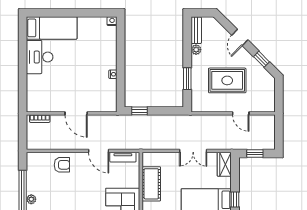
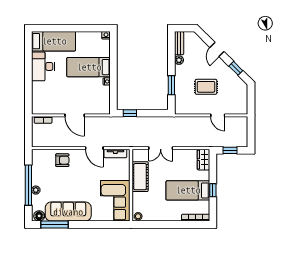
bed: (92, 58) -> (89, 67), added
rug: (227, 80) -> (206, 87), width x0.73, depth x0.70
double door: (193, 151) -> (161, 148), moved

